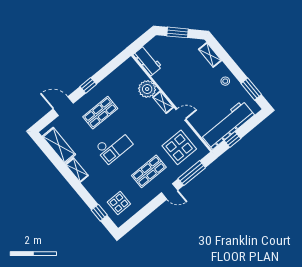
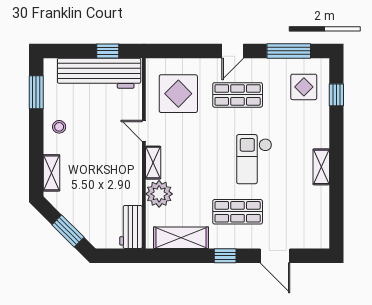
shelving: (59, 145) -> (181, 238), moved, turned 90
checkout: (114, 146) -> (254, 159), turned -90
window: (192, 173) -> (289, 51), moved
door: (170, 191) -> (233, 51), swing flipped

